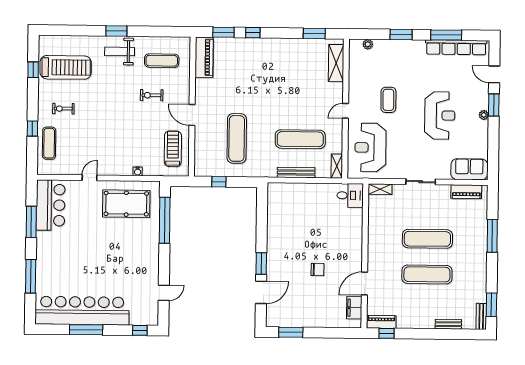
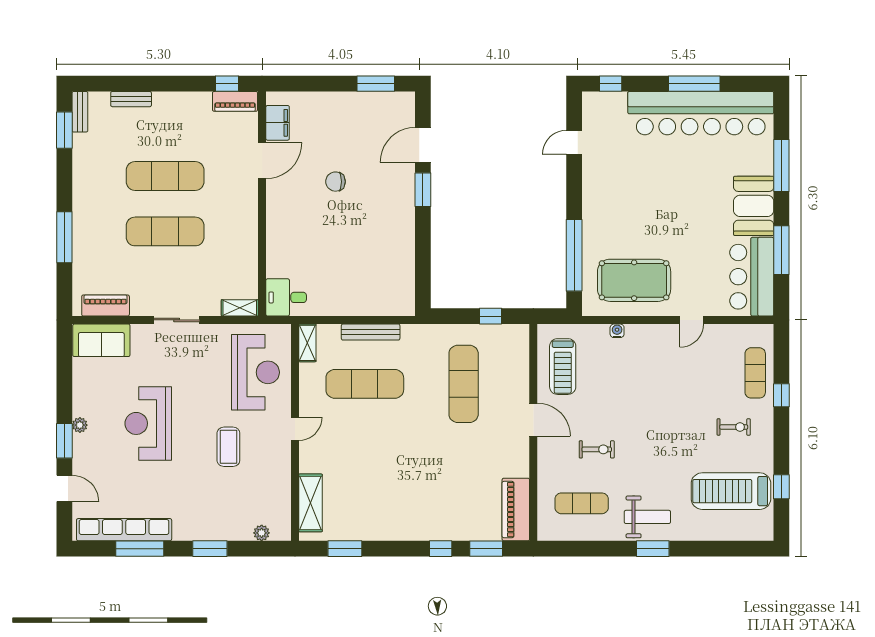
booth: (49, 251) -> (754, 206), added

